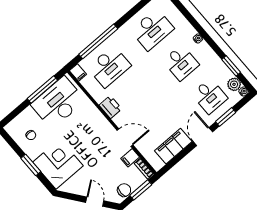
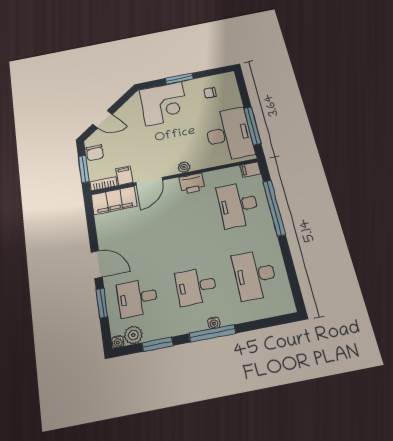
window: (205, 36) -> (212, 333), added
plant: (101, 120) -> (184, 167), added
filing cabinet: (173, 146) -> (114, 200), moved, turned 90

